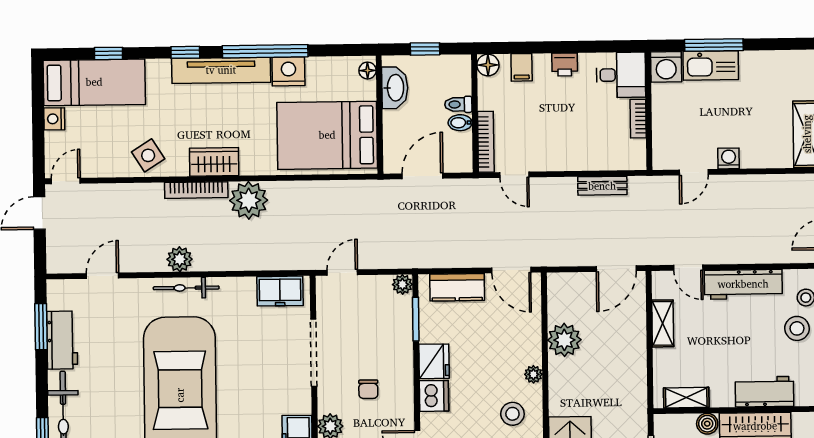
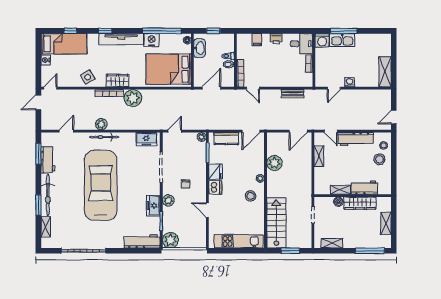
window: (265, 51) -> (162, 31), moved
floor lamp: (488, 65) -> (242, 38), removed
door: (511, 270) -> (251, 131), hinge flipped
shelving: (686, 398) -> (340, 190), moved

